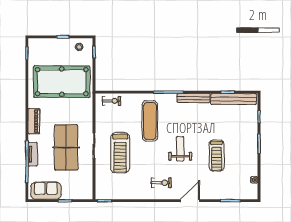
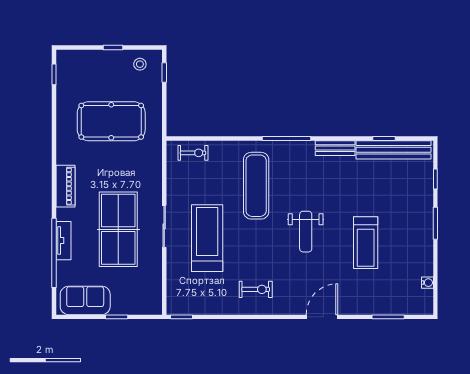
pool table: (62, 82) -> (111, 121), width x0.73, depth x0.76
bench: (194, 98) -> (335, 148), width x0.73
weight bench: (180, 149) -> (306, 232), turned 180
treadmill: (120, 153) -> (207, 238), turned 180
exercise bike: (161, 183) -> (256, 289), moved

